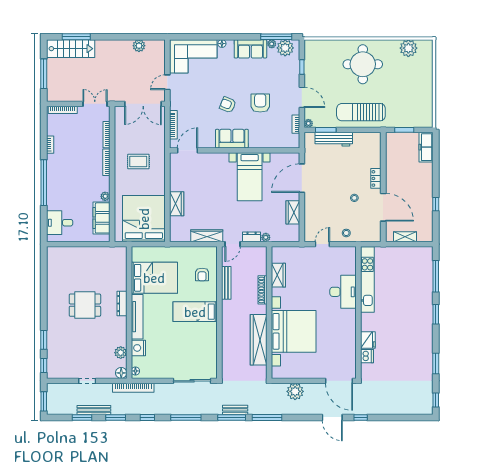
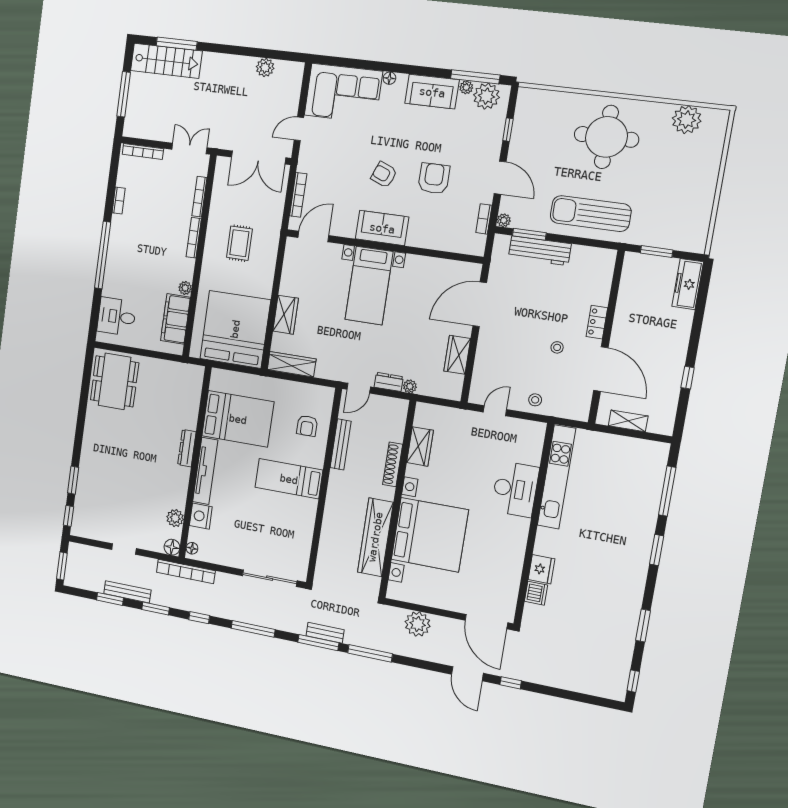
rug: (138, 162) -> (239, 243), turned 90
bed with nightstands: (250, 177) -> (369, 286), moved
wardrobe: (207, 236) -> (292, 364), moved
dining table: (85, 305) -> (115, 381), moved, width x1.37

